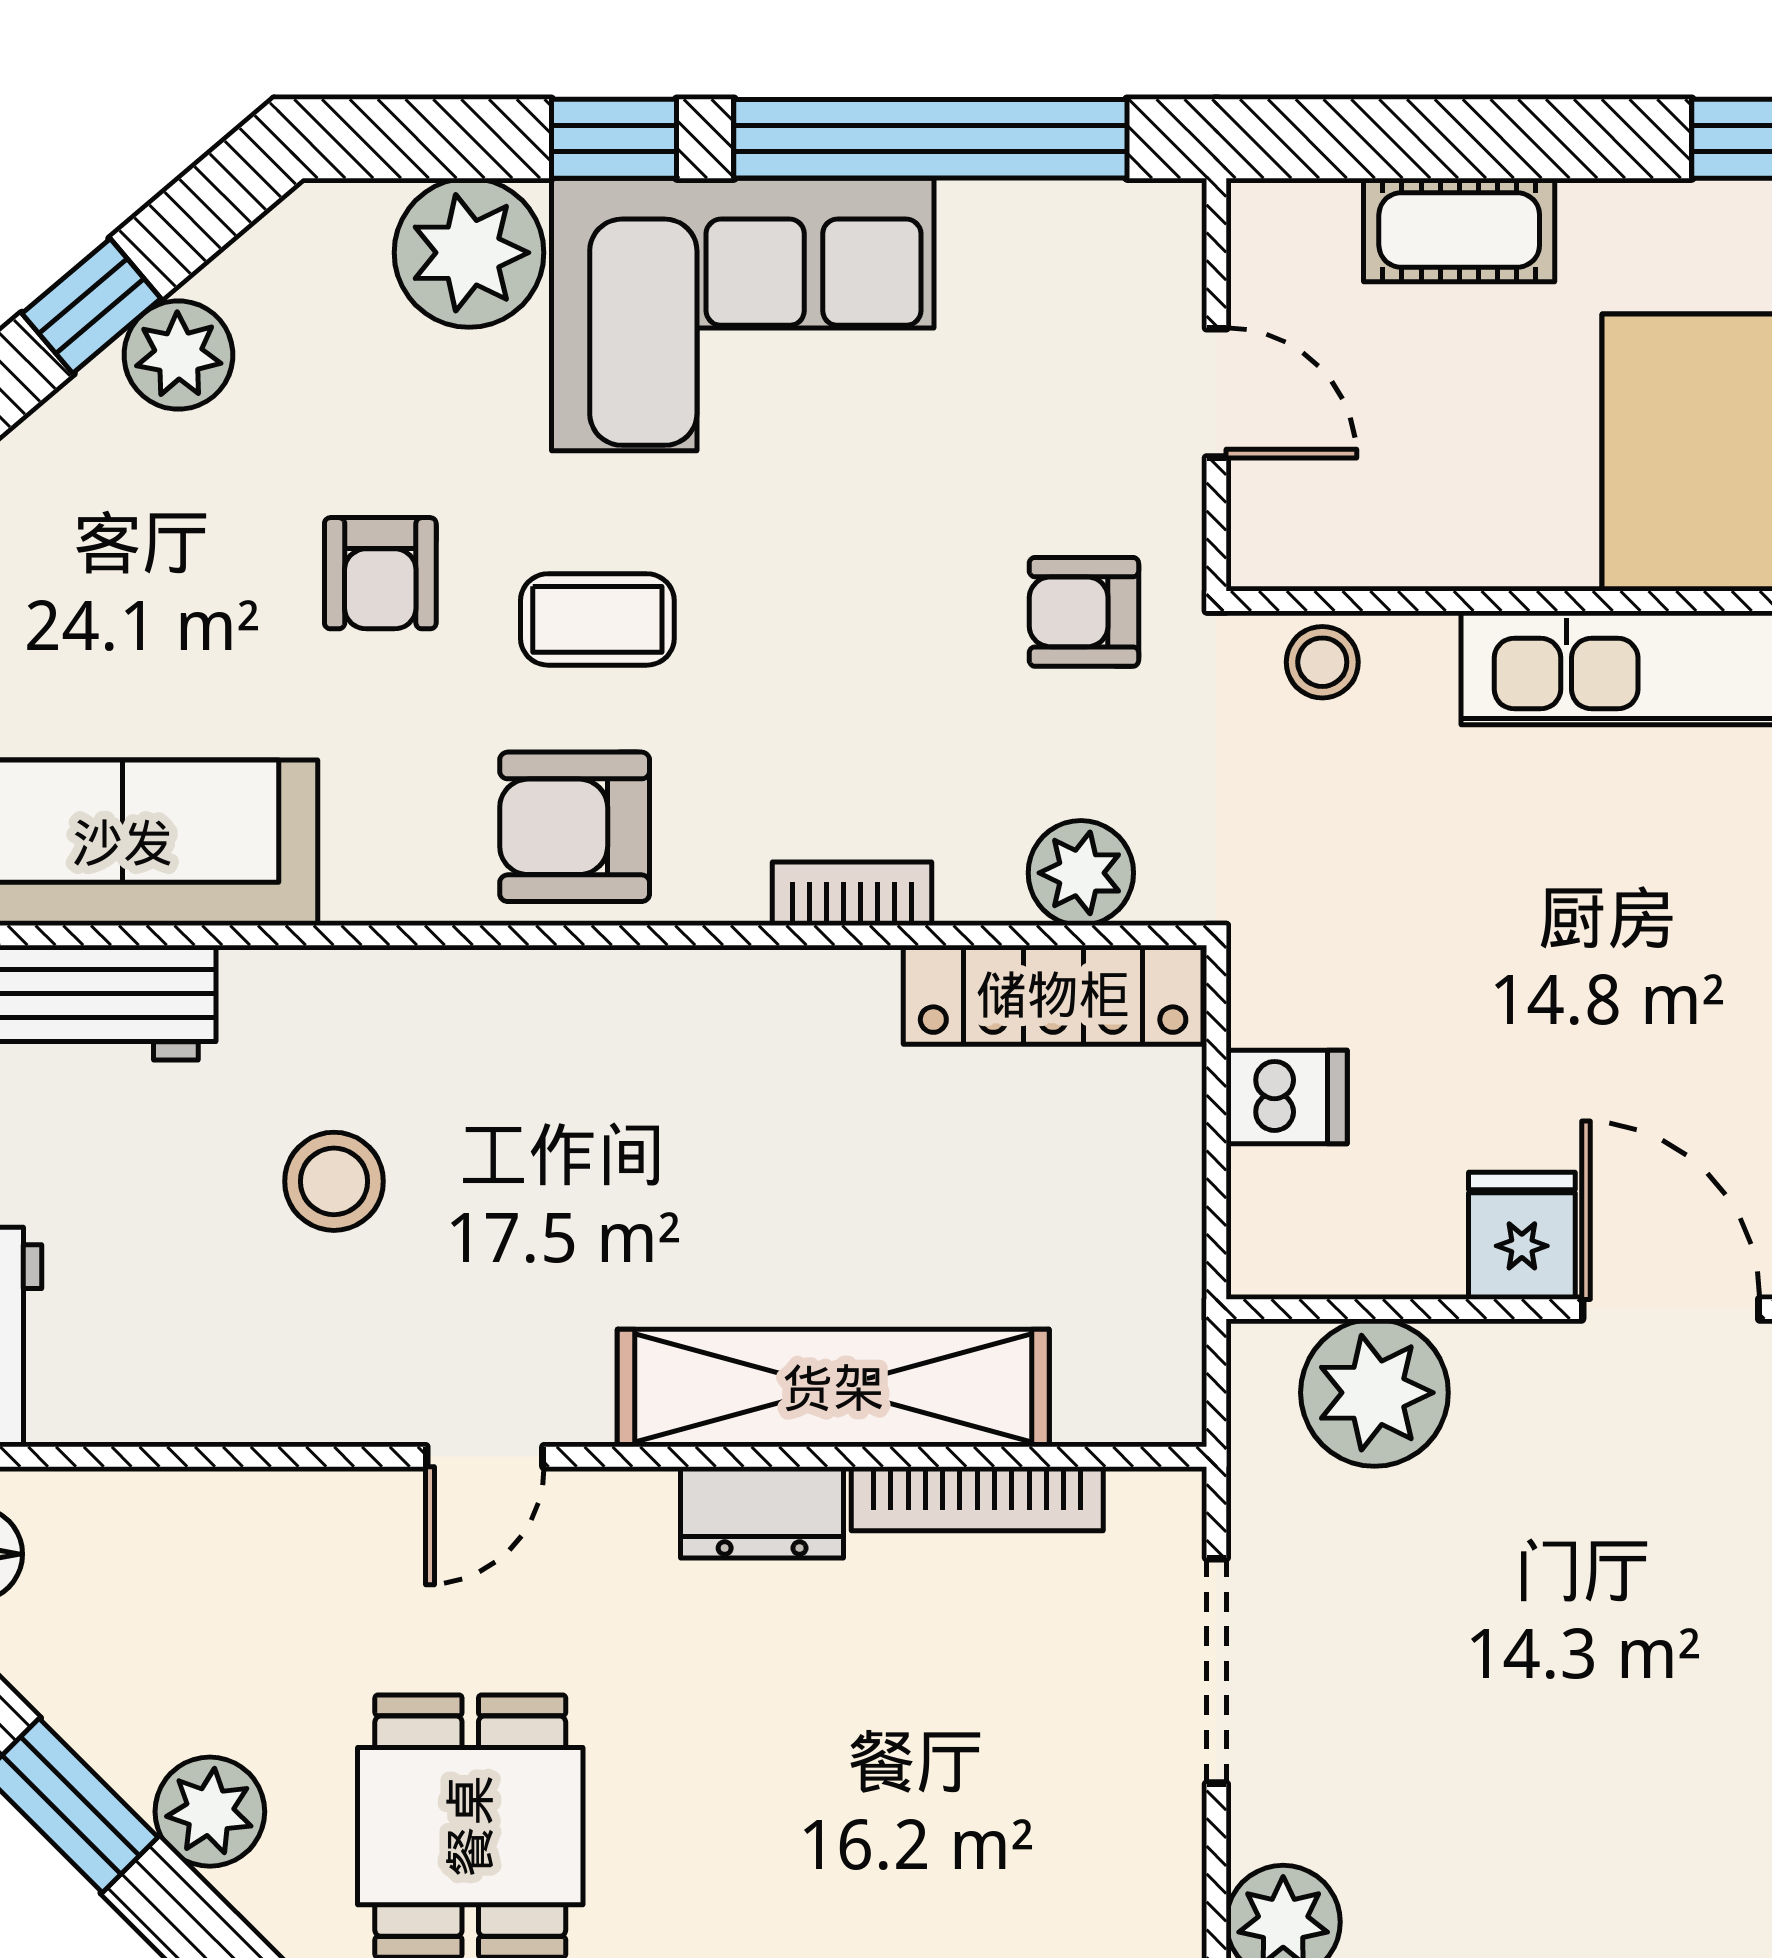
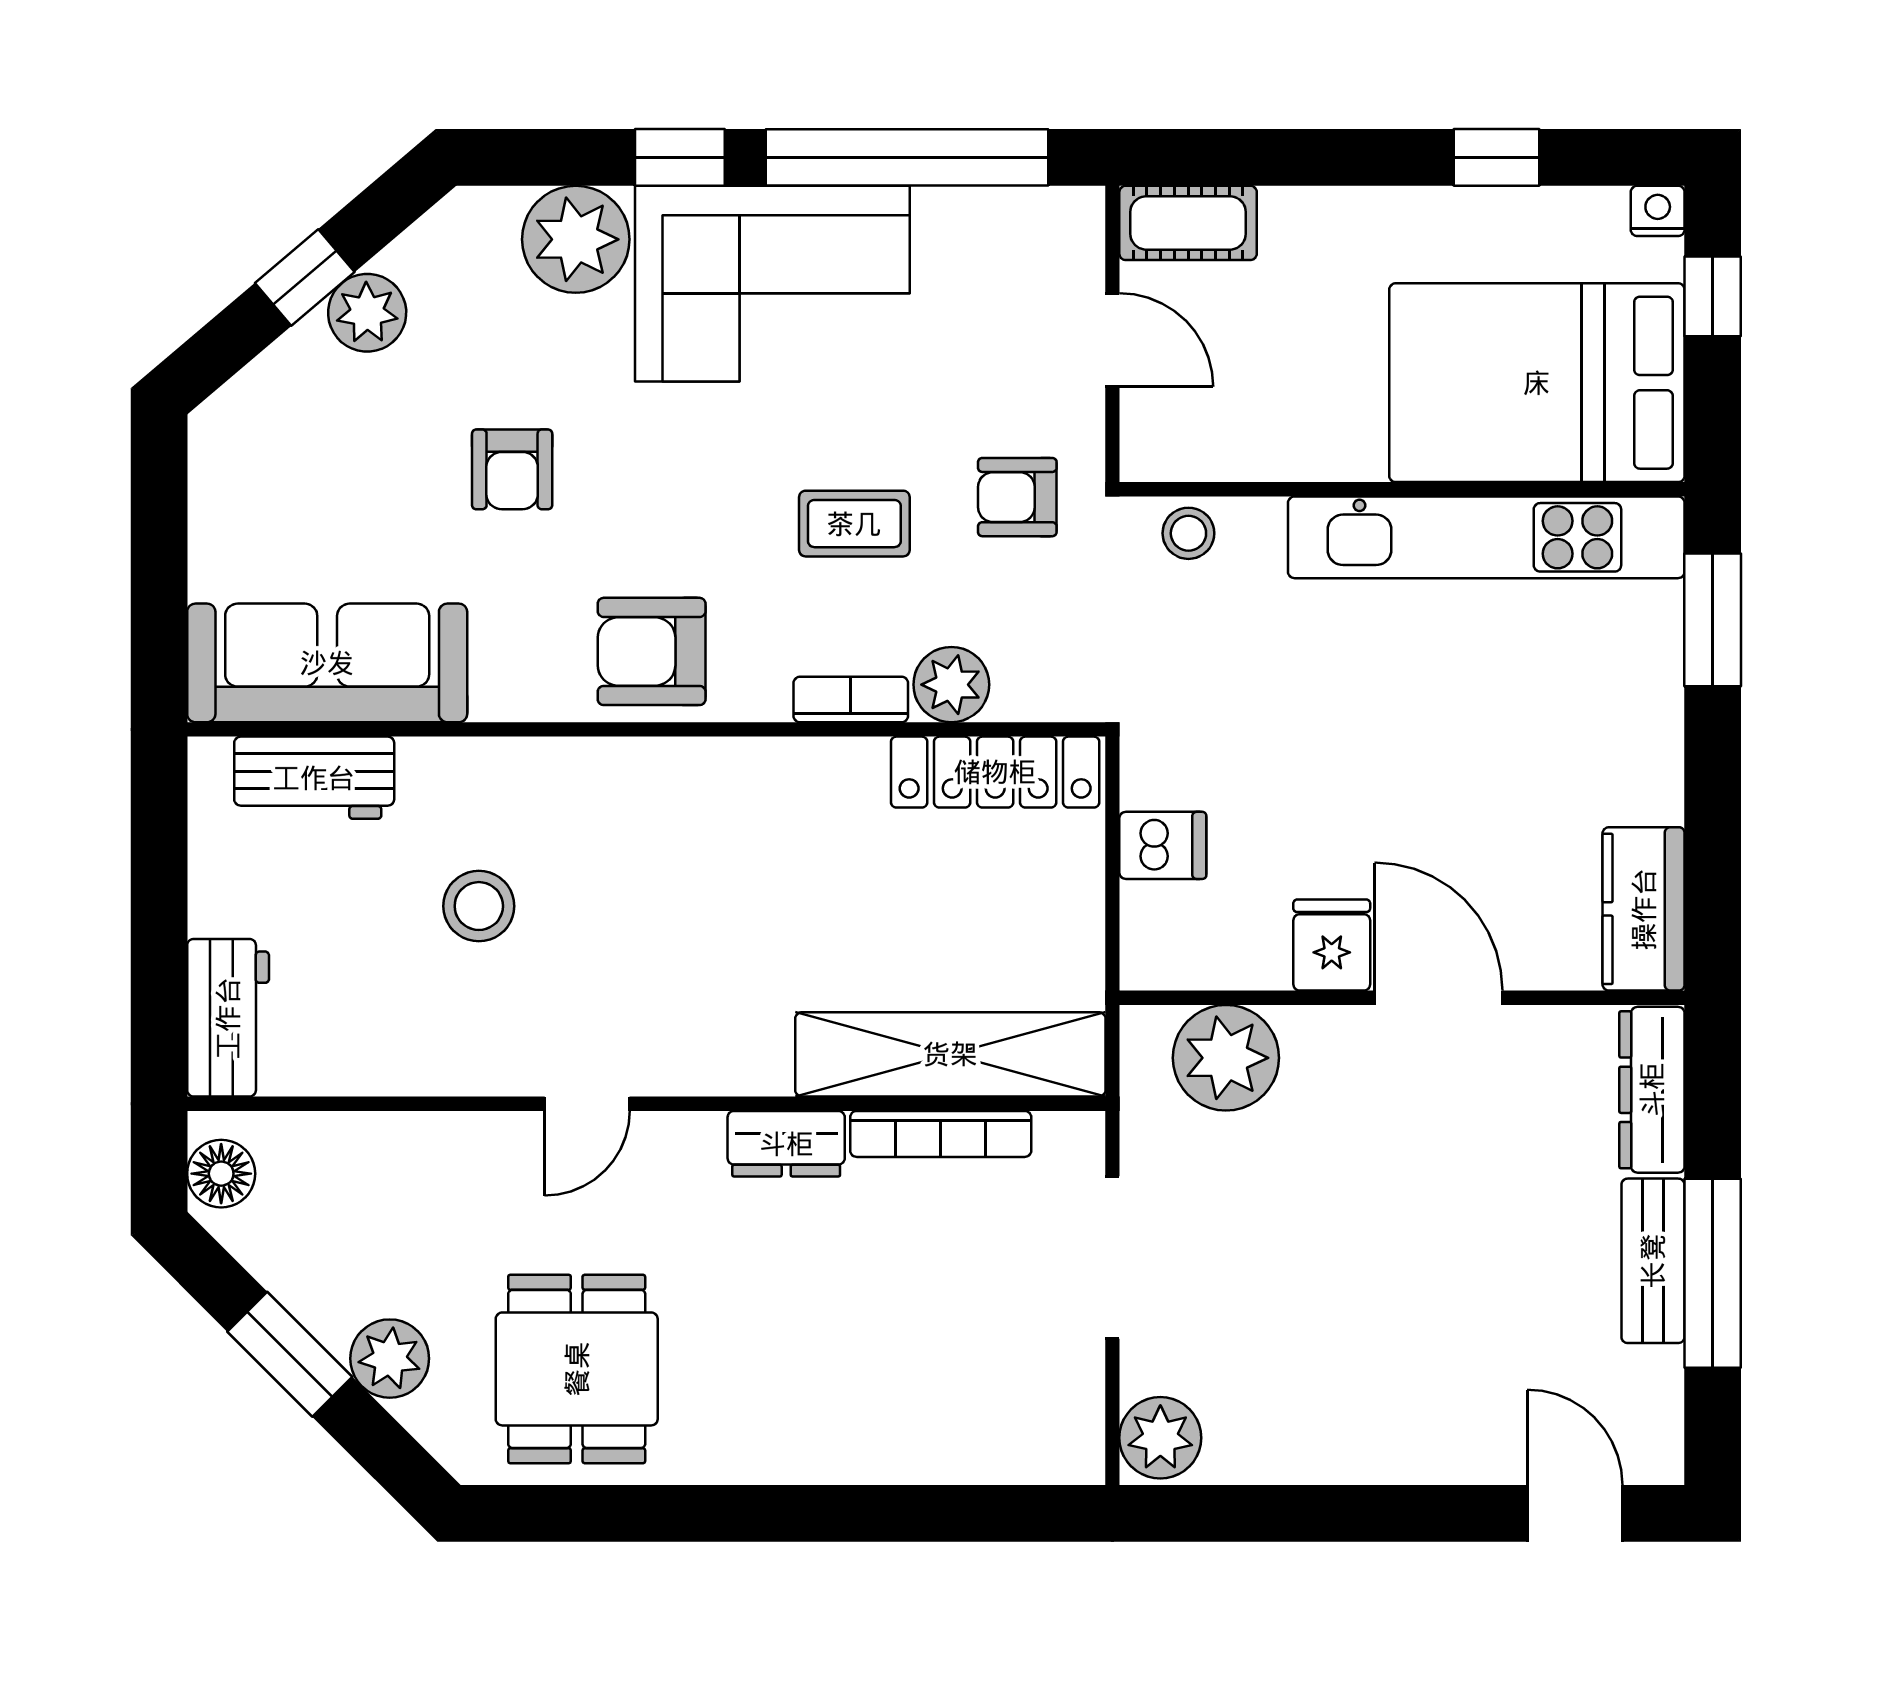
cot: (1459, 230) -> (1188, 223), moved
coffee table: (597, 619) -> (854, 524), moved
plant: (1081, 873) -> (951, 685), moved
shelving: (833, 1388) -> (950, 1054), moved

